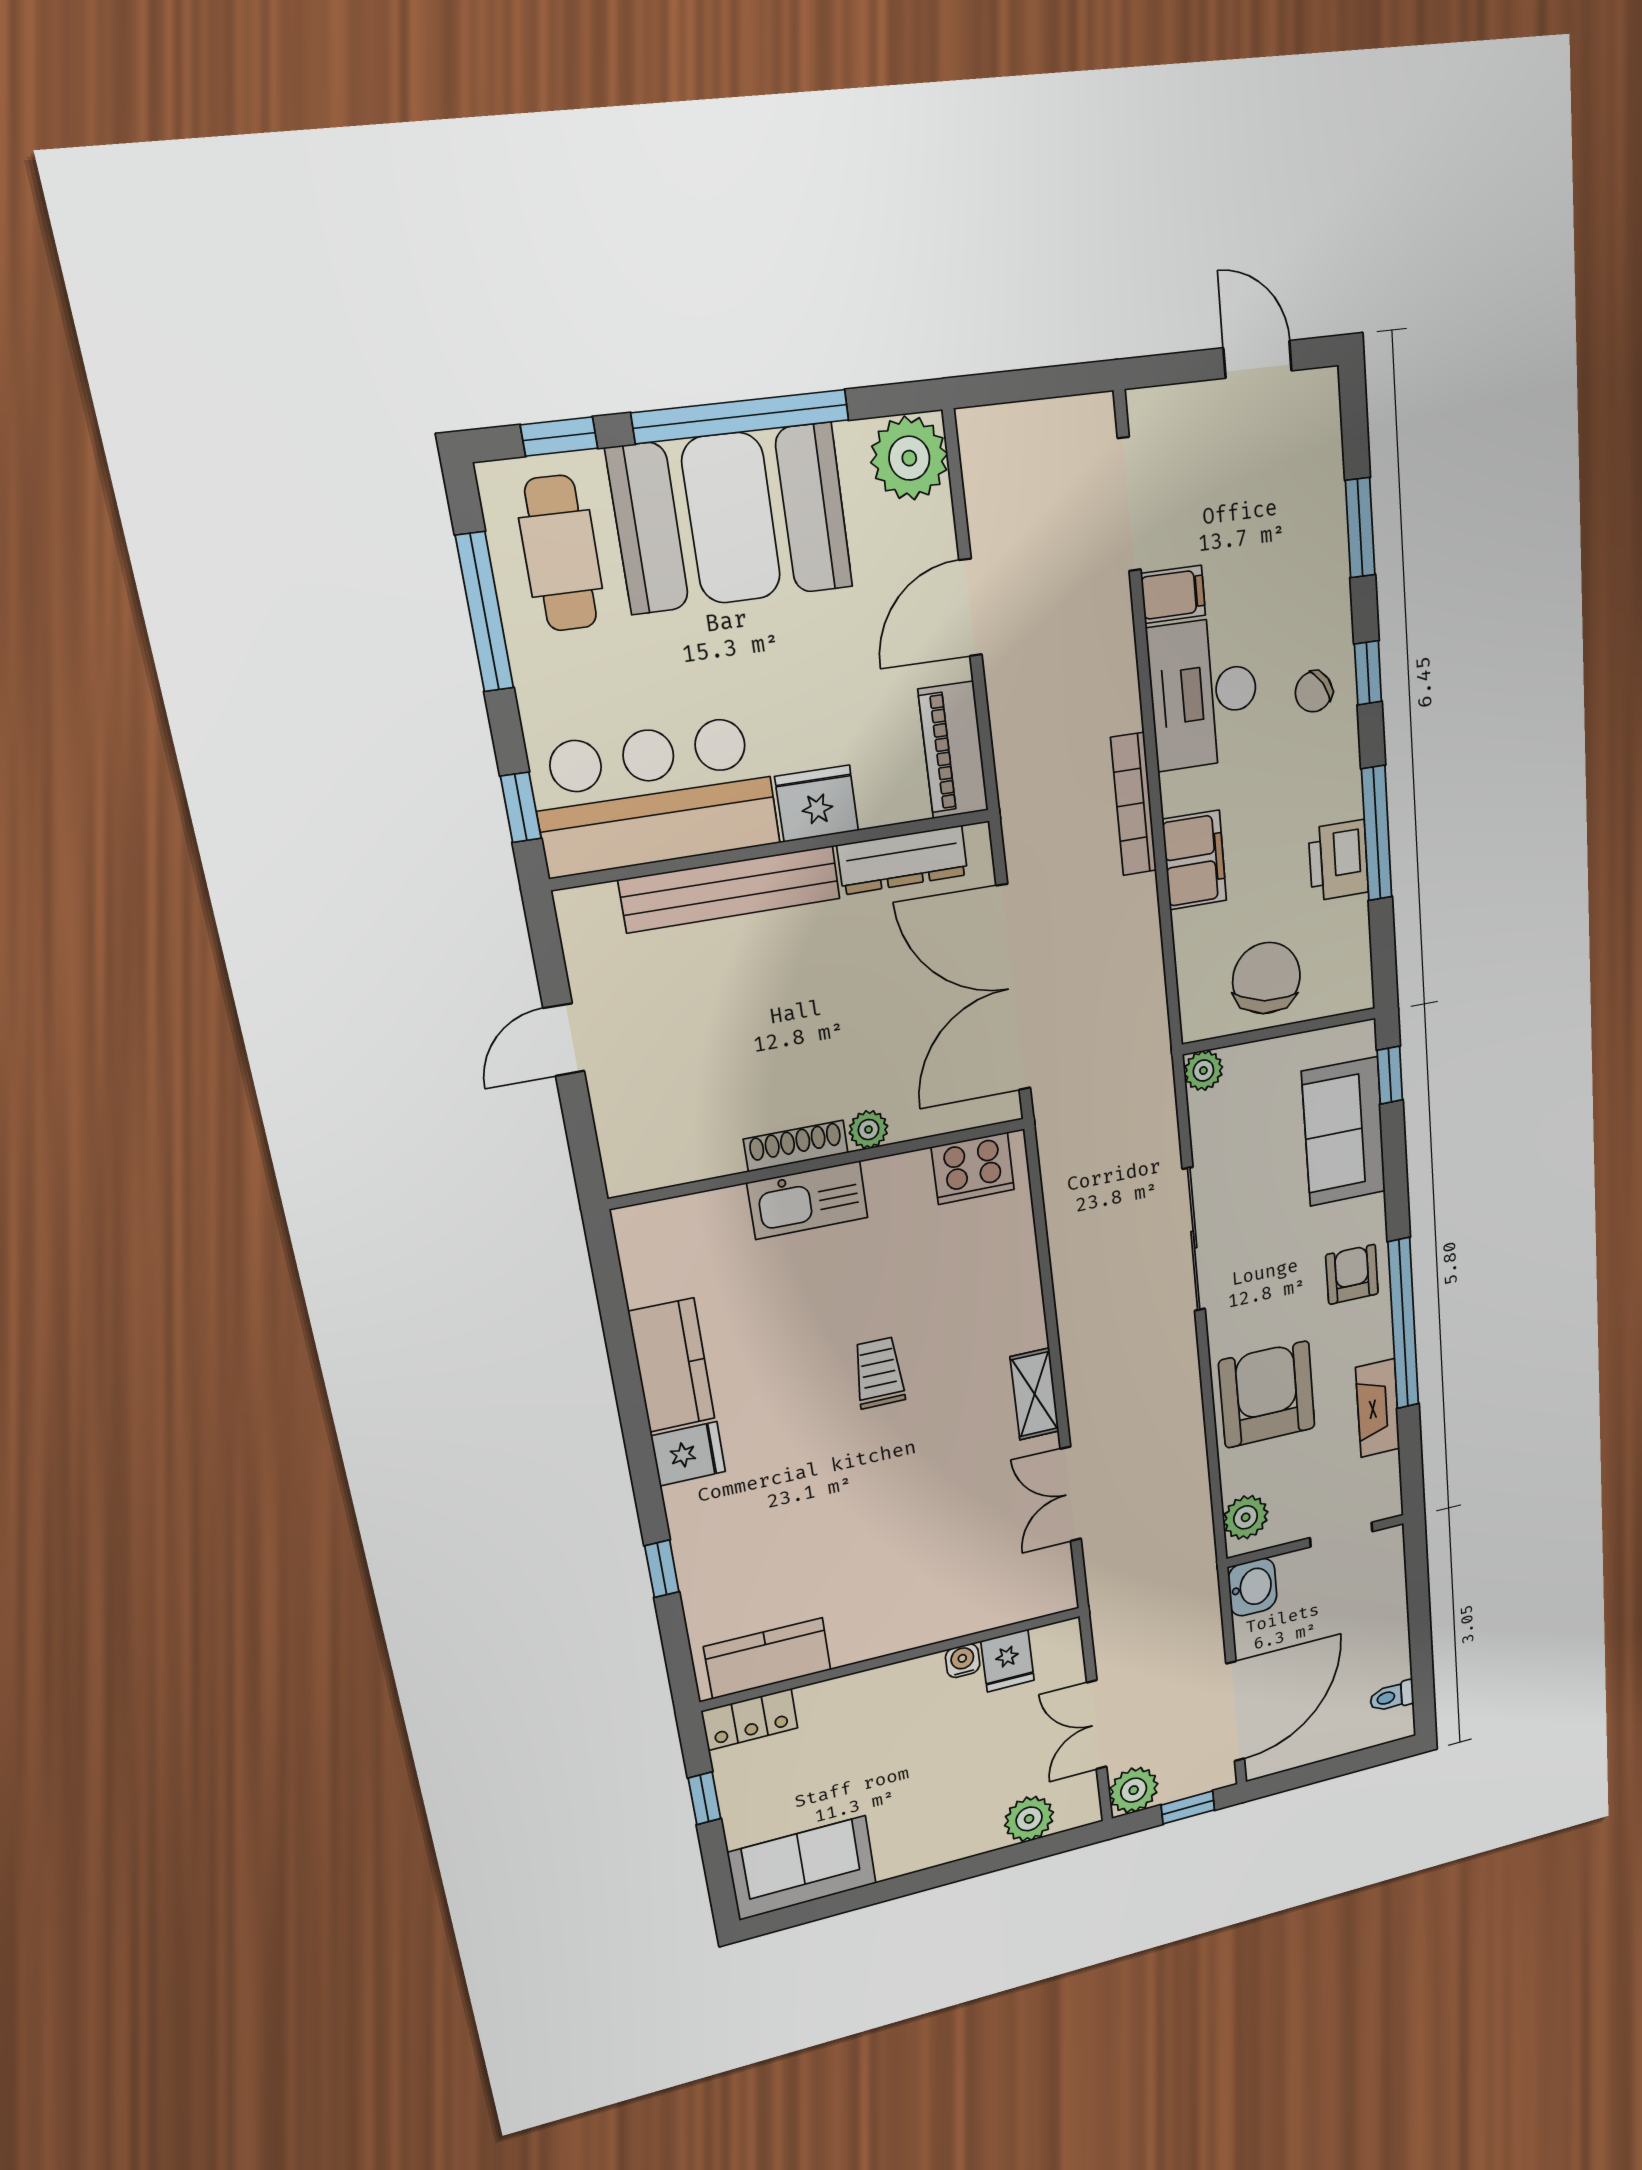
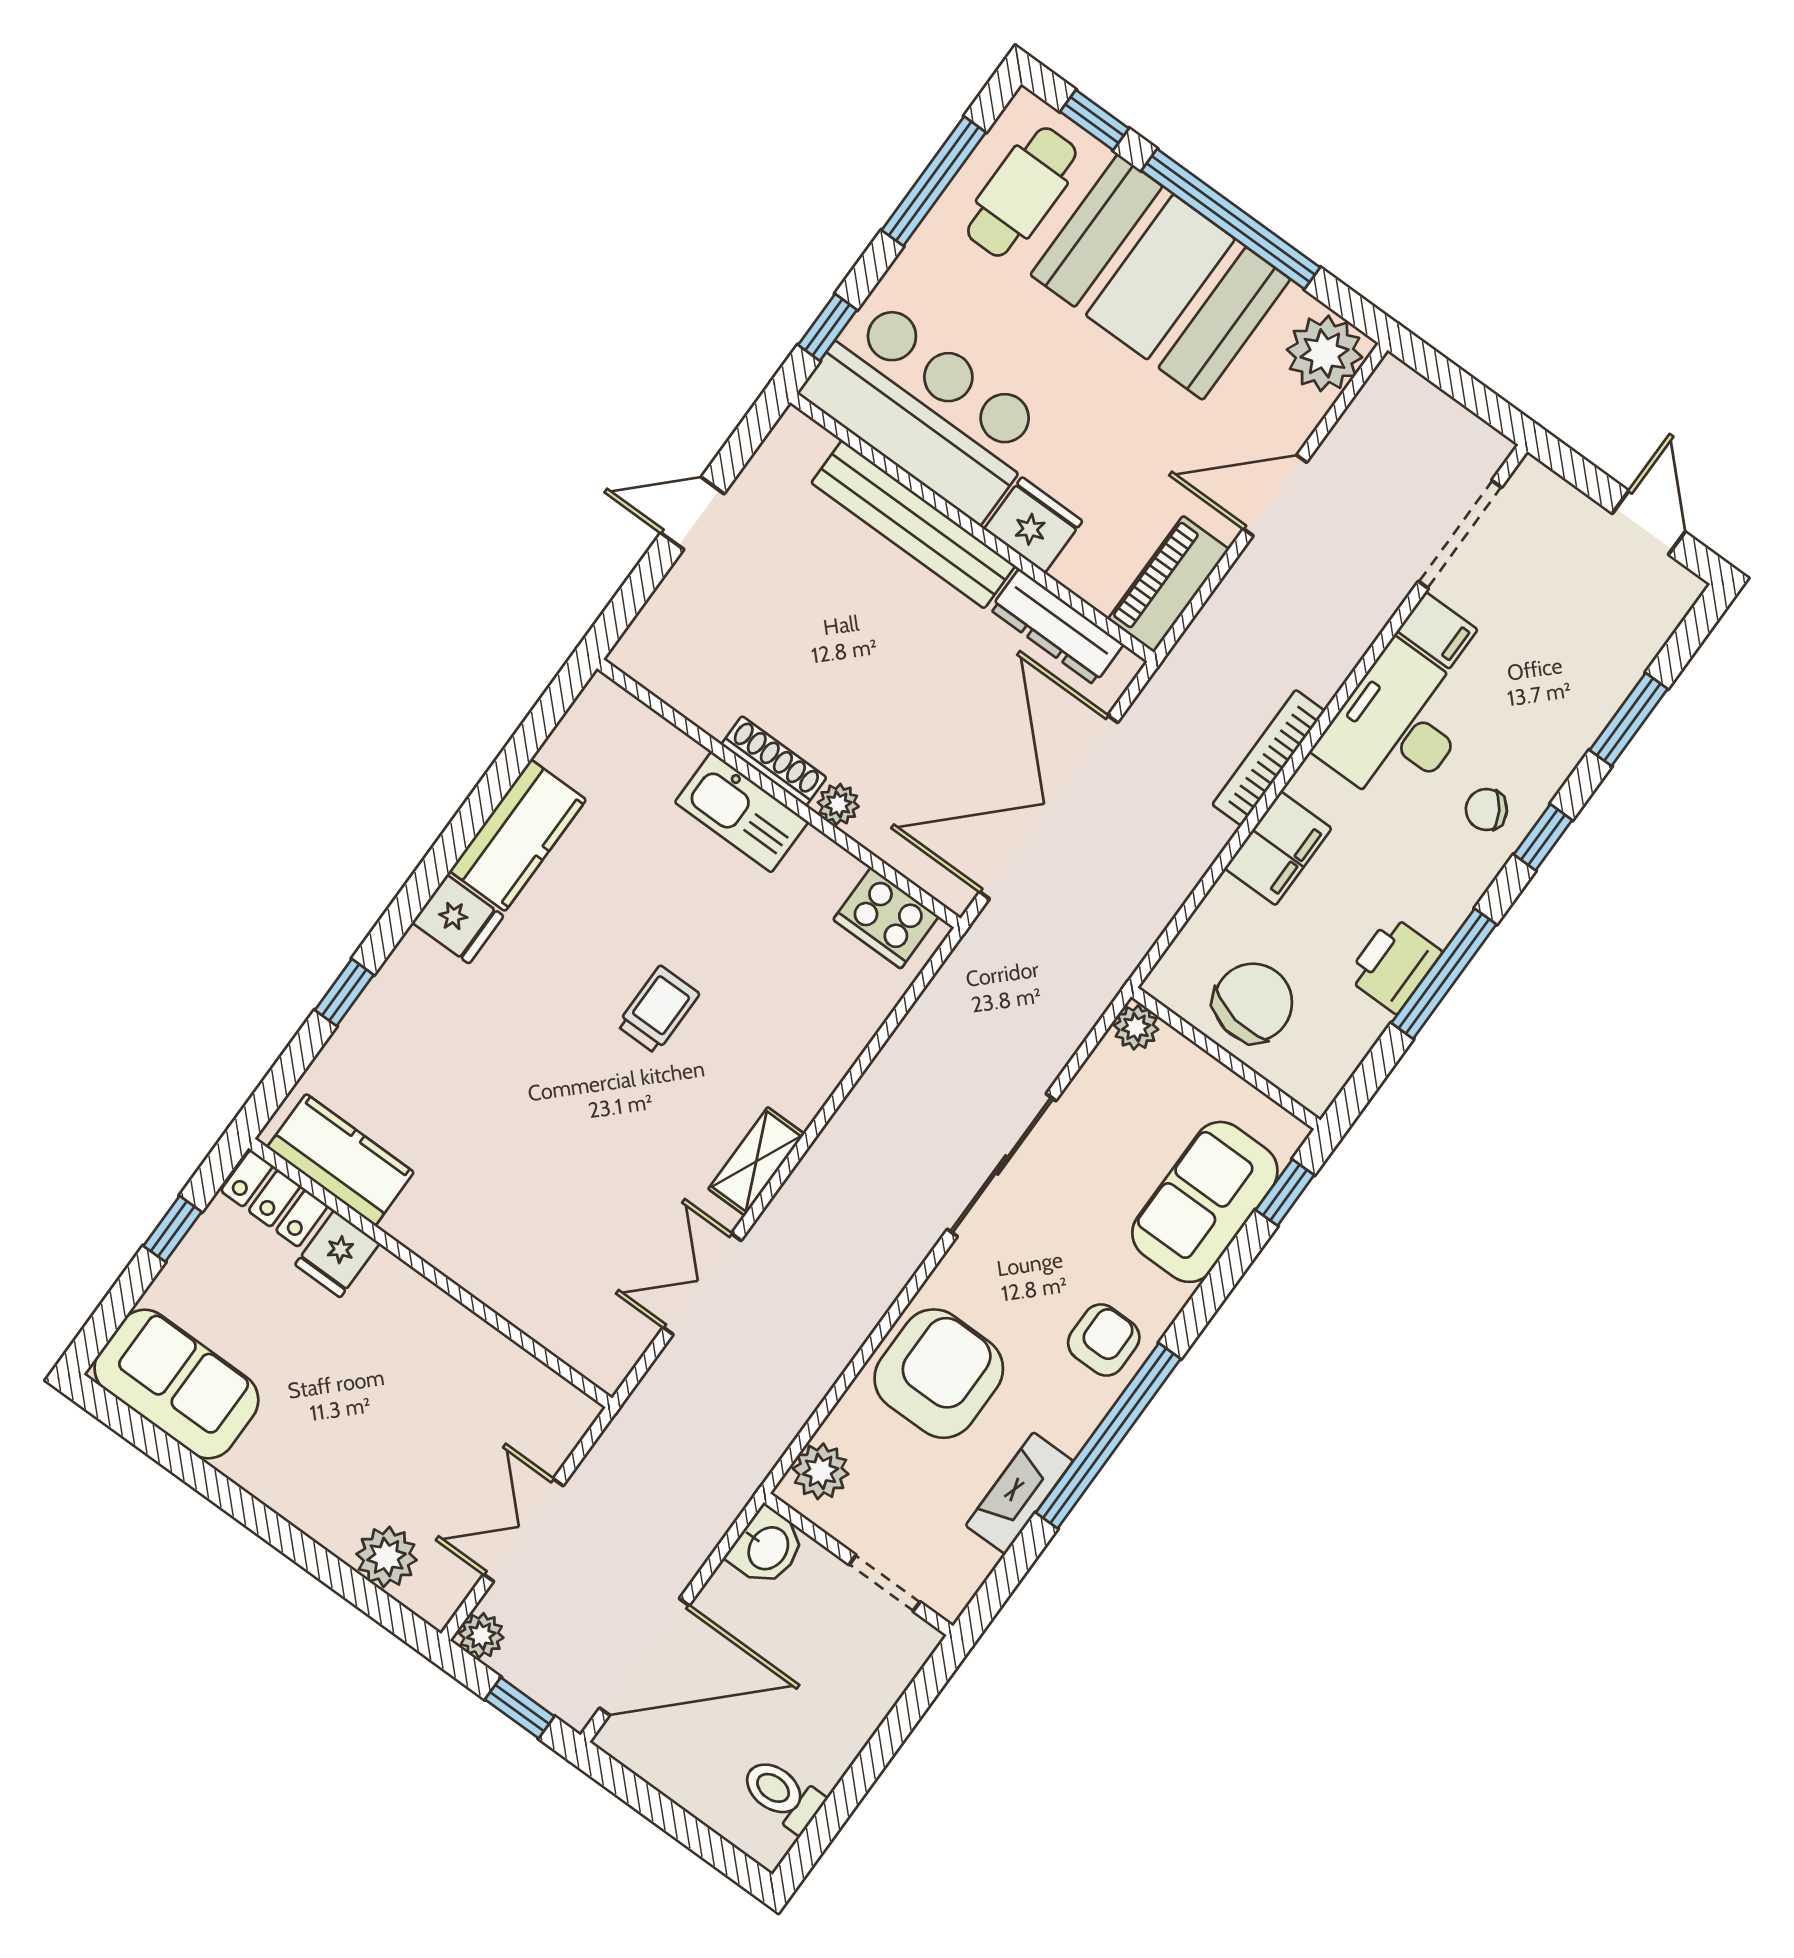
water cooler: (963, 1661) -> (479, 1339), removed
fridge: (1008, 1661) -> (337, 1254), moved
toilet: (1392, 1696) -> (782, 1794), width x1.37, depth x1.39
plant: (1134, 1790) -> (481, 1635), width x0.73, depth x0.73

